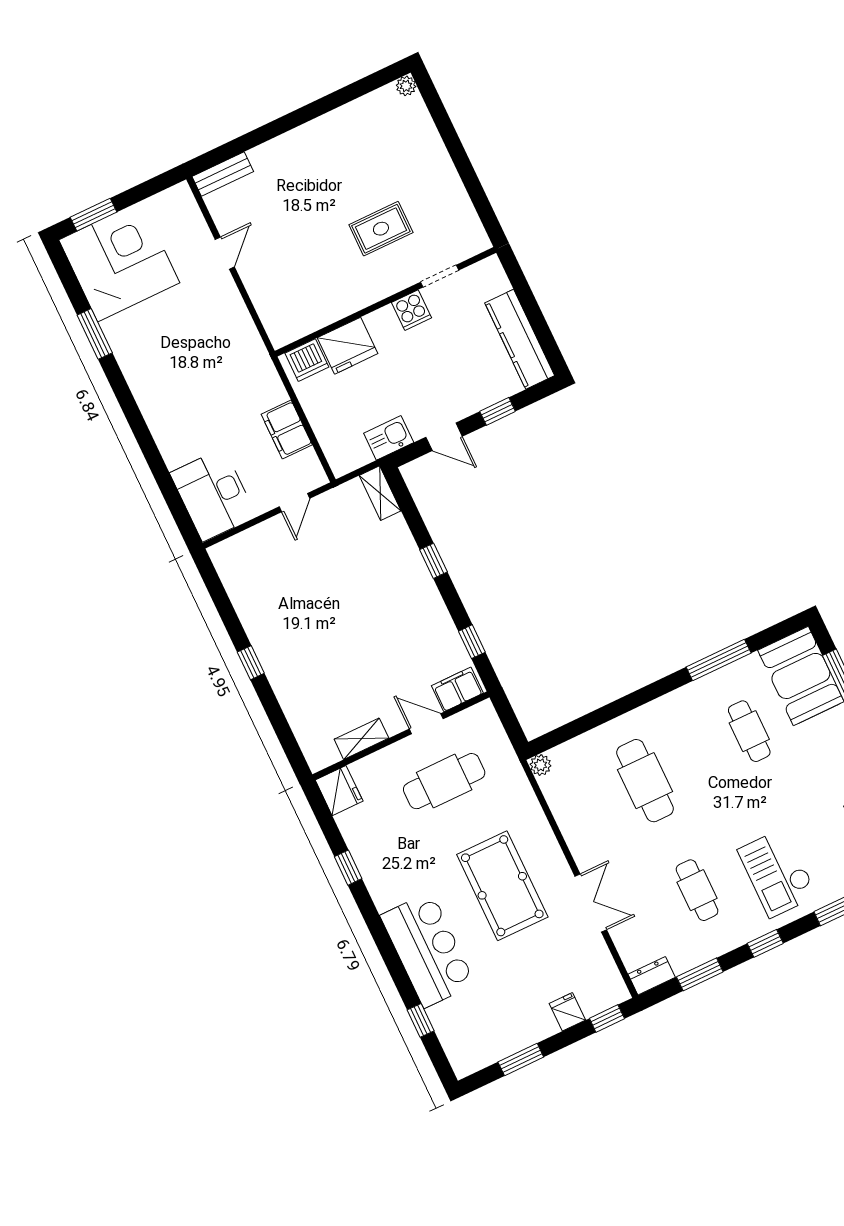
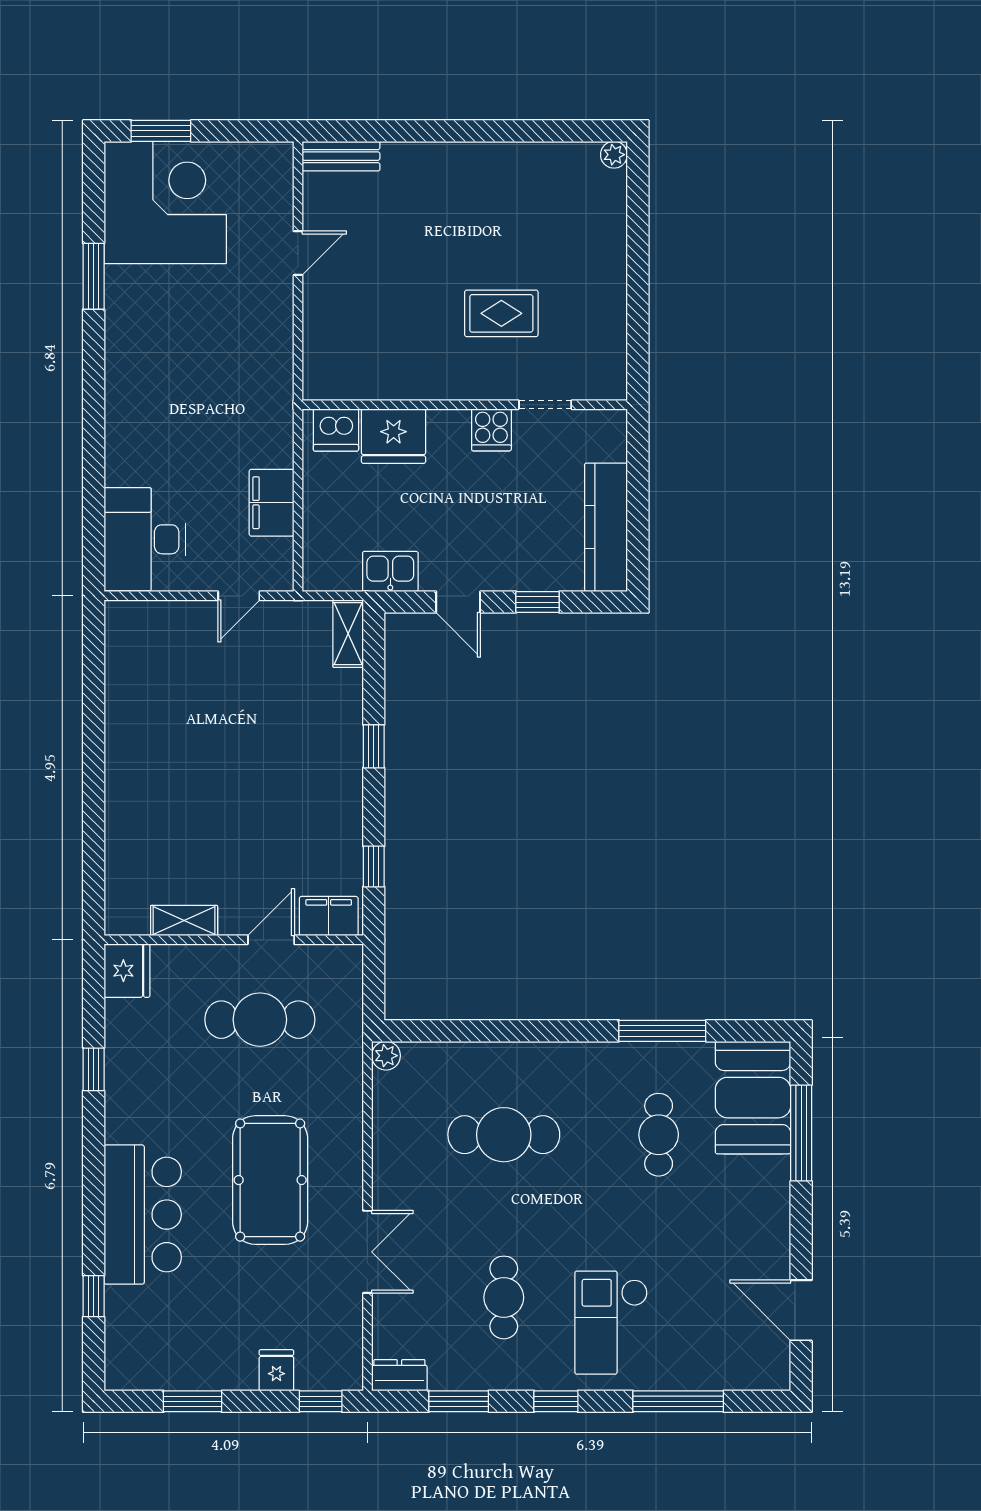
window: (251, 663) -> (94, 765), removed
door: (426, 724) -> (271, 940), hinge flipped
cafe table: (645, 781) -> (504, 1135), turned 90

